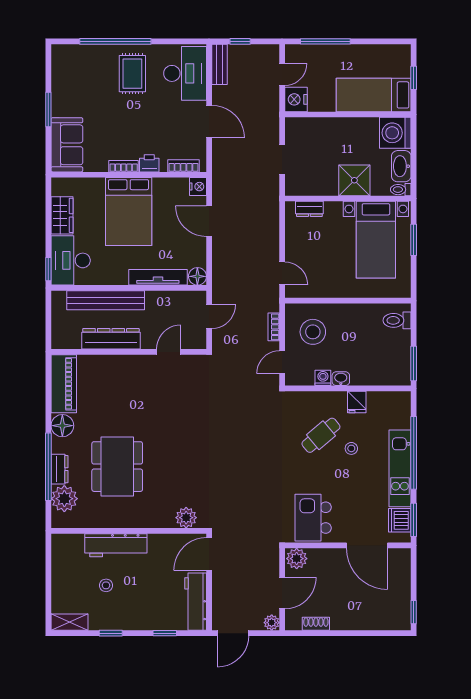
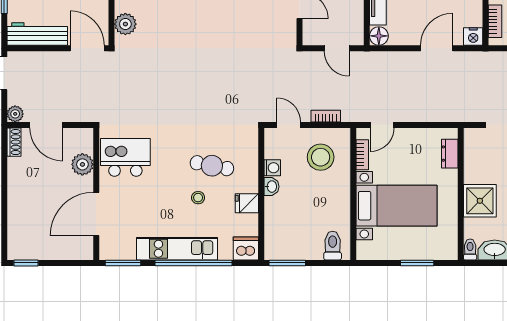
bed with nightstands: (376, 240) -> (397, 206), moved, turned 180
bookcase: (311, 292) -> (362, 155), added
cafe table: (321, 435) -> (212, 166), turned -39
dishwasher: (400, 520) -> (246, 248), moved
plant: (297, 559) -> (82, 164), moved
shoe rack: (316, 624) -> (14, 142), moved

